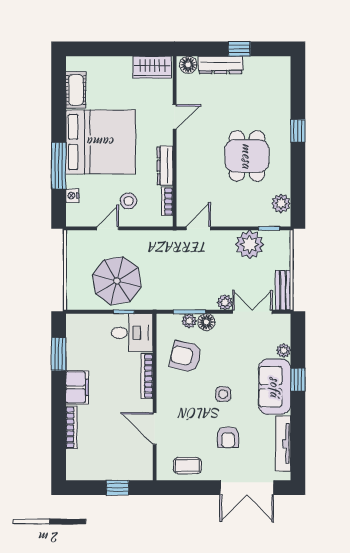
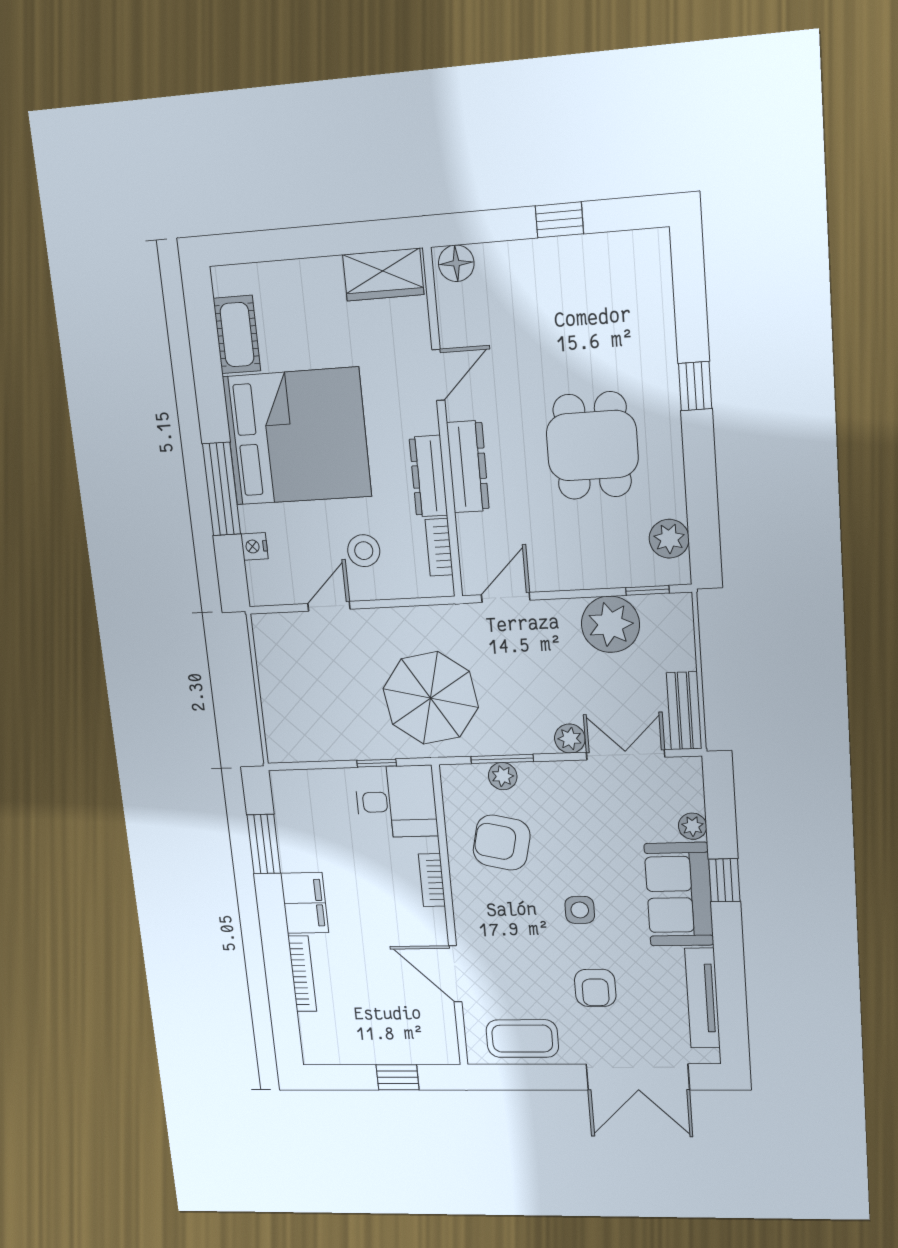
dresser: (221, 65) -> (468, 467), moved, turned -90
parasol: (117, 281) -> (431, 698), moved
floor lamp: (206, 322) -> (536, 777), removed
bookcase: (147, 376) -> (432, 880), width x0.64
coffee table: (187, 466) -> (522, 1039), width x1.36, depth x1.30

